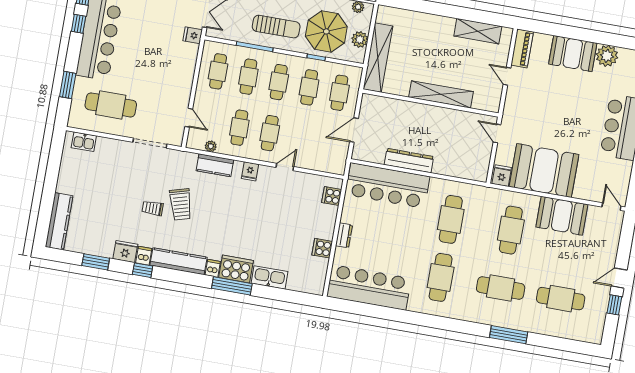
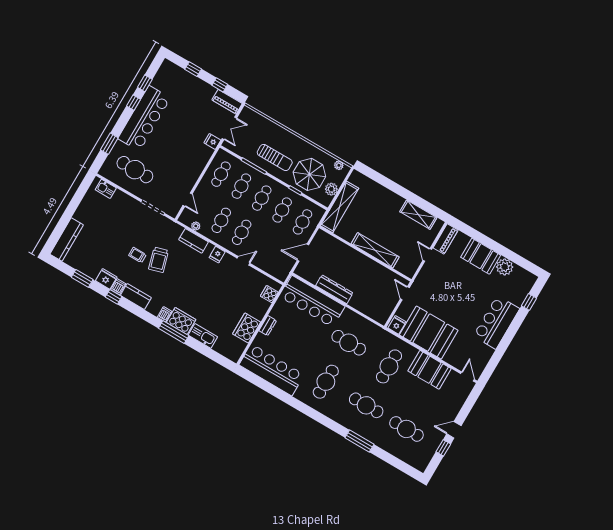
cafe table: (451, 219) -> (349, 343), turned 90
cooker: (322, 248) -> (247, 328), width x1.87, depth x1.31
kitchen counter: (179, 261) -> (136, 296), width x0.67

